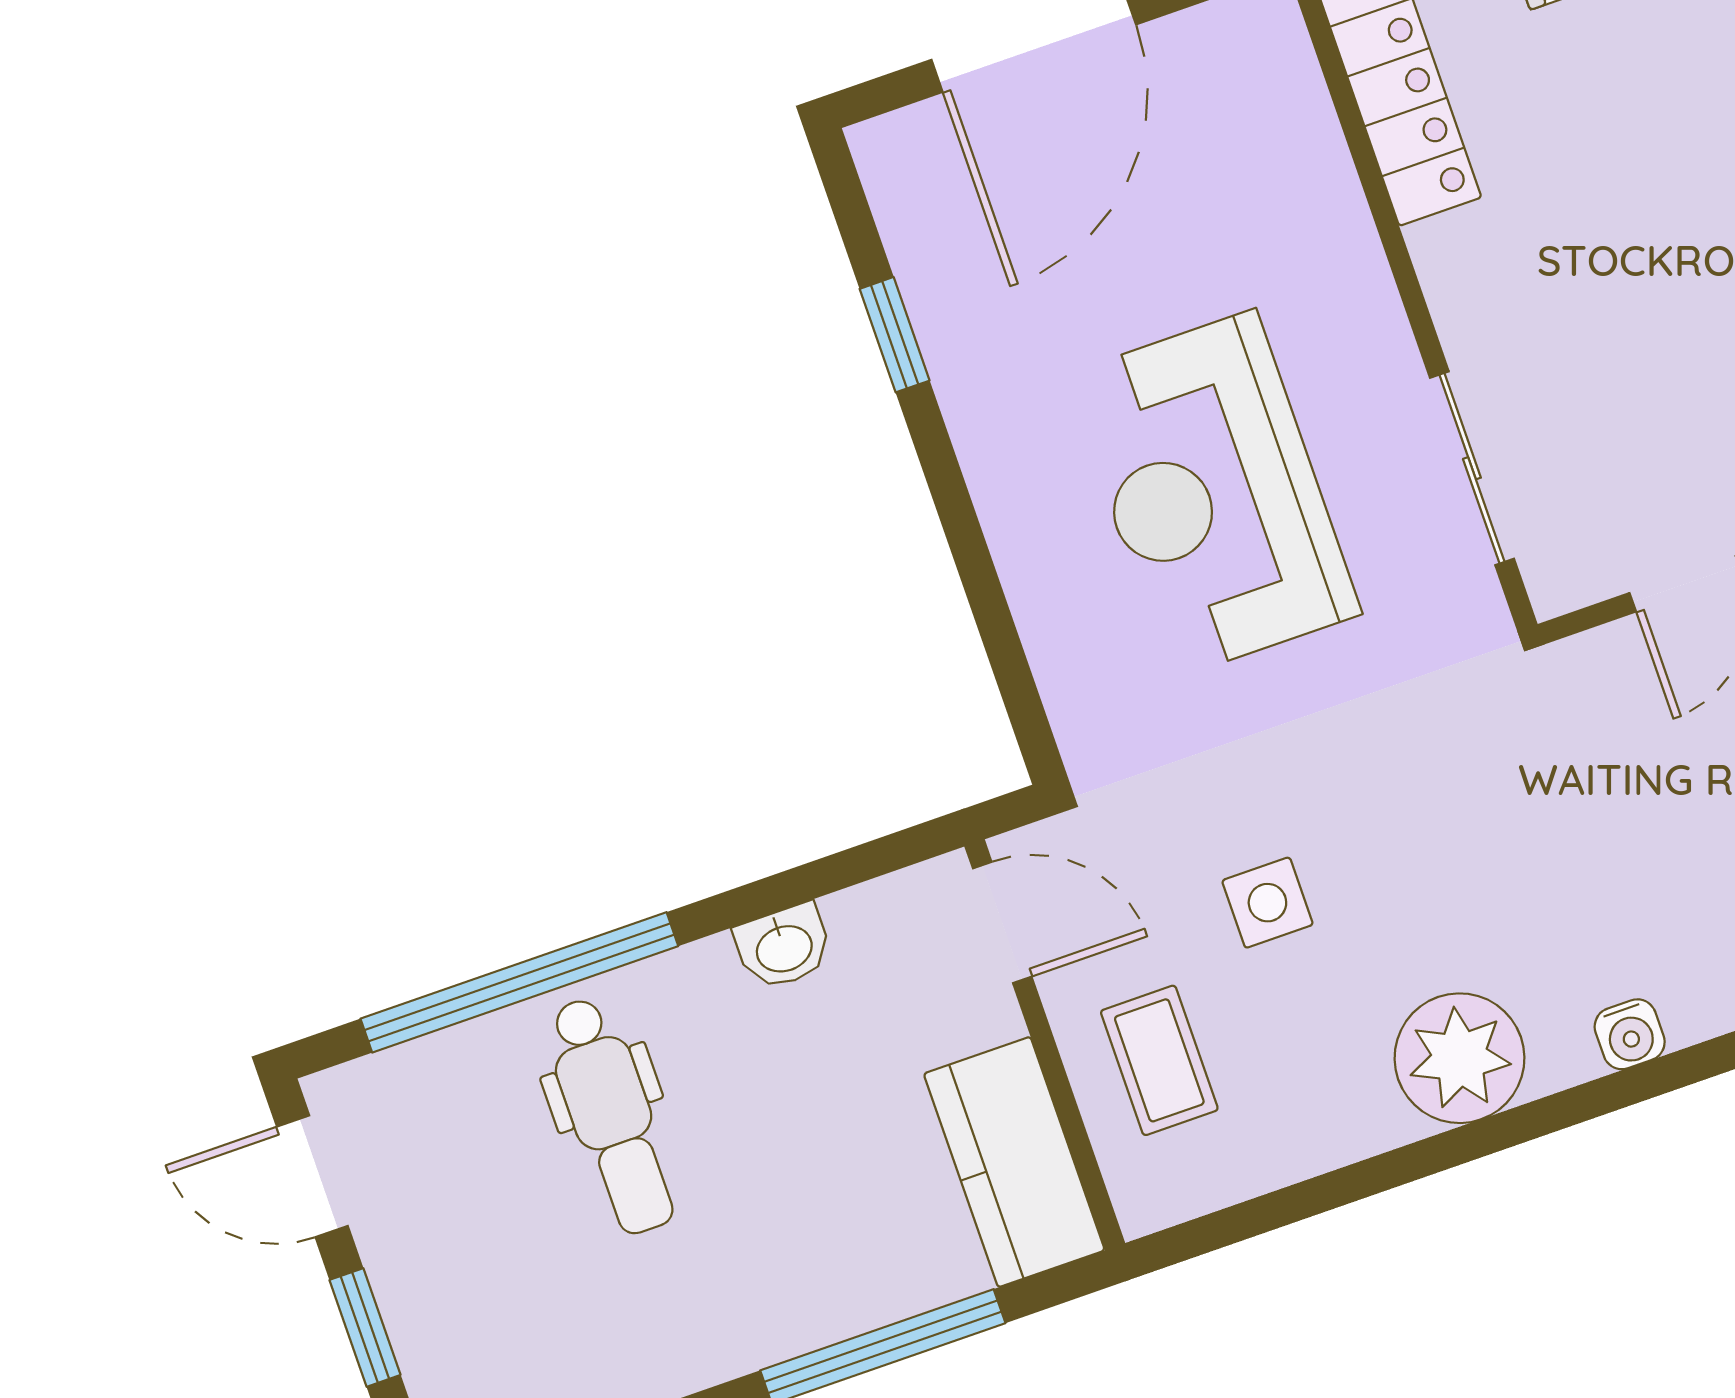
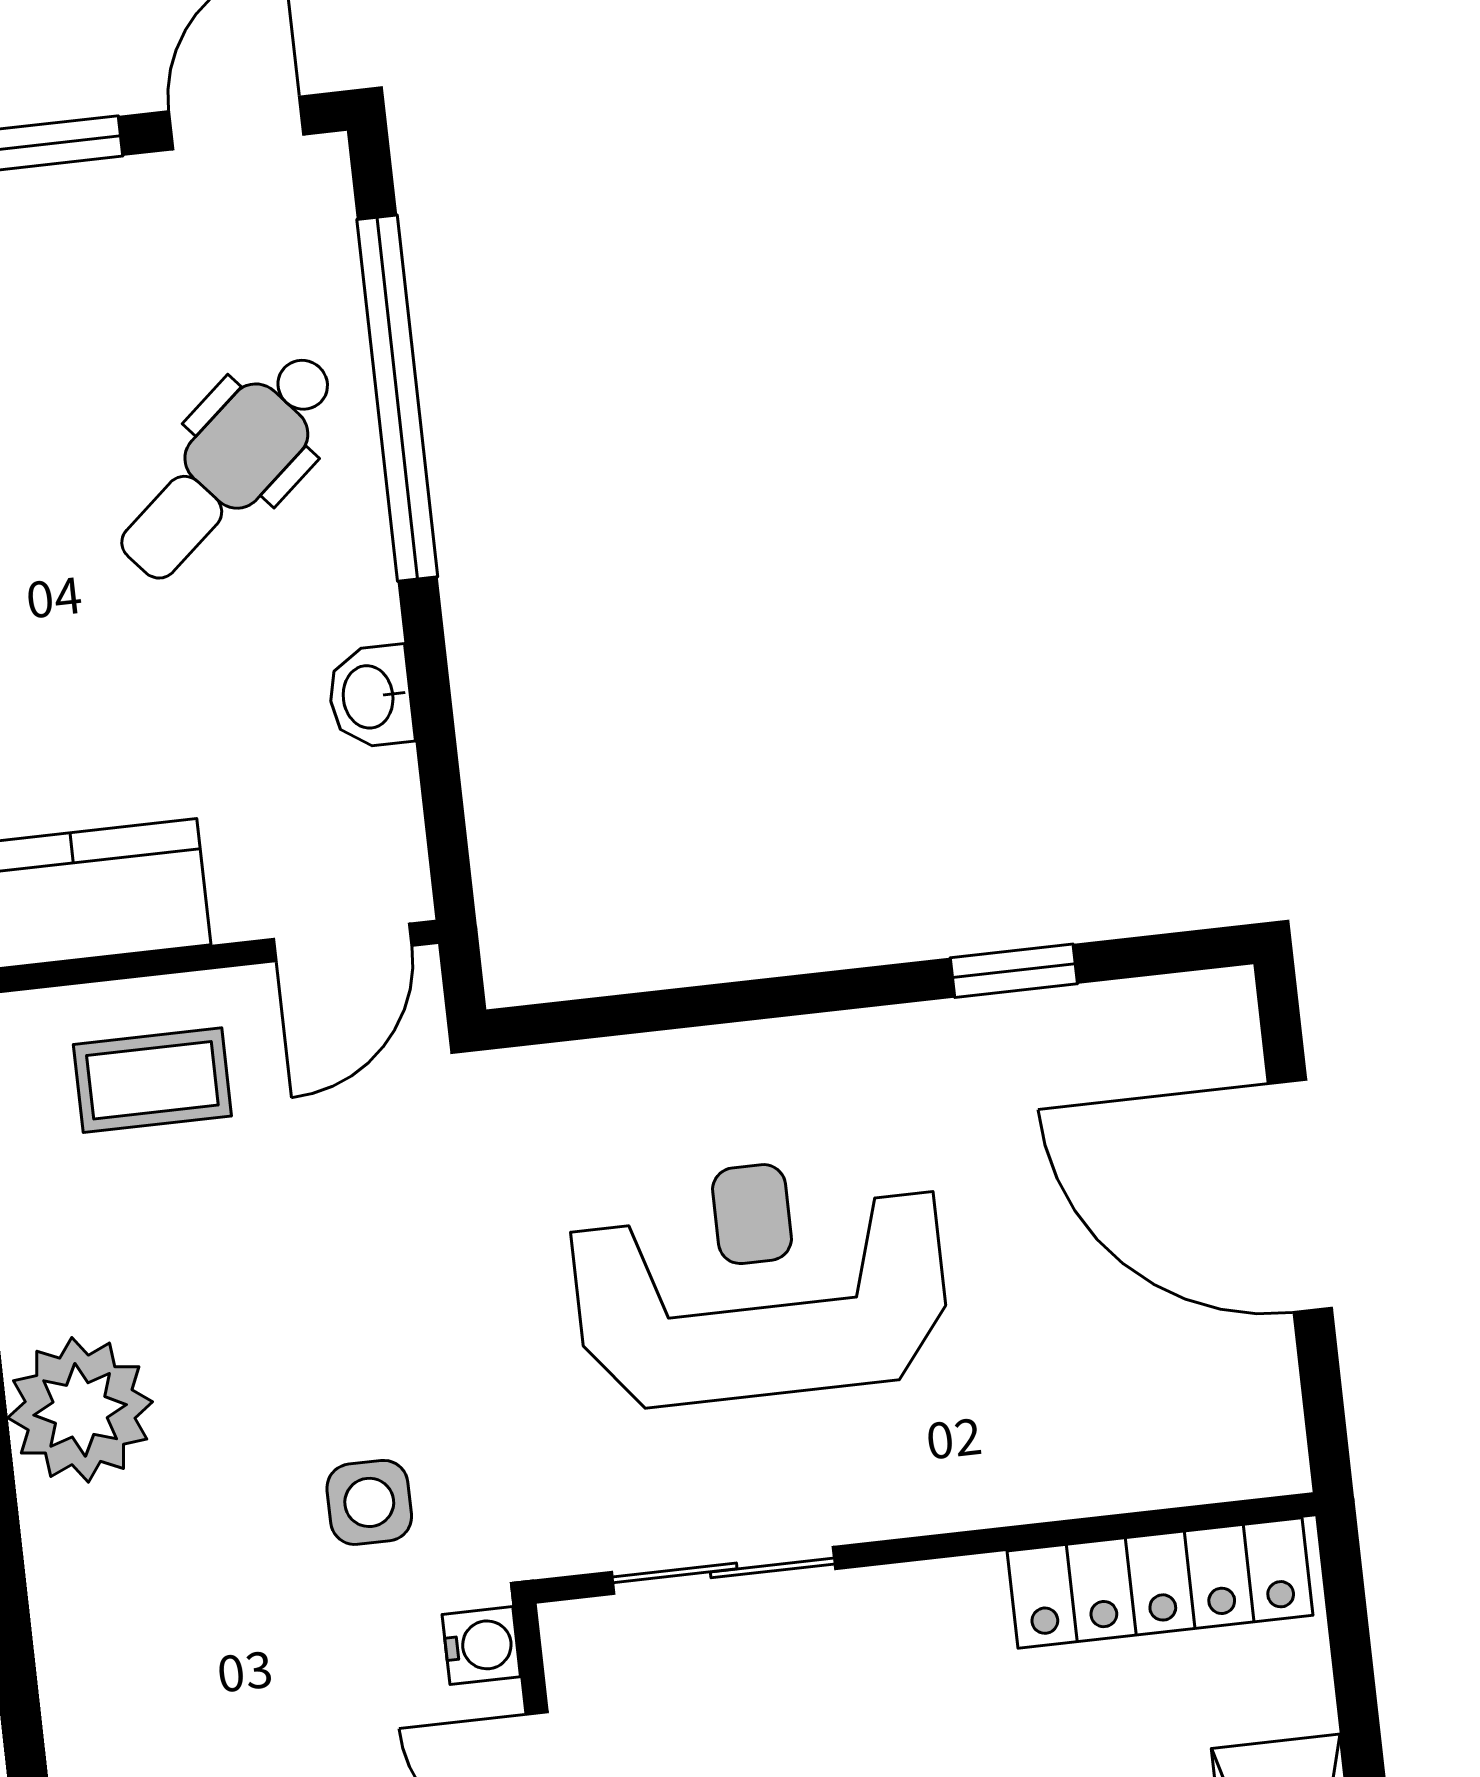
side table: (1267, 903) -> (369, 1502), moved
water cooler: (1630, 1034) -> (481, 1646), moved, turned 180
dental chair: (611, 1116) -> (228, 466), turned -41

